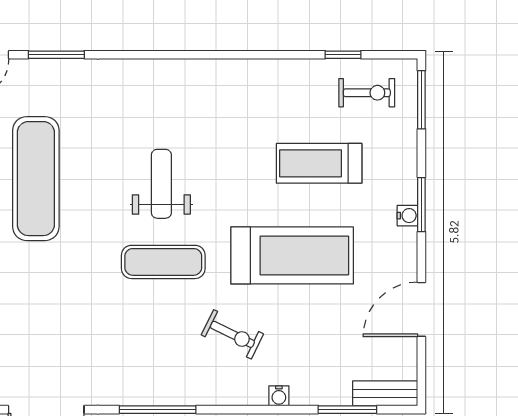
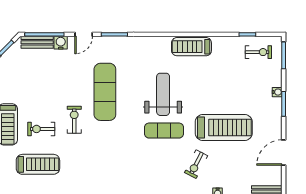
treadmill: (319, 163) -> (191, 47), moved
weight bench: (161, 184) -> (163, 94), width x1.36, depth x1.33
water cooler: (407, 216) -> (277, 92), moved
exercise bike: (232, 334) -> (196, 164), turned 91

